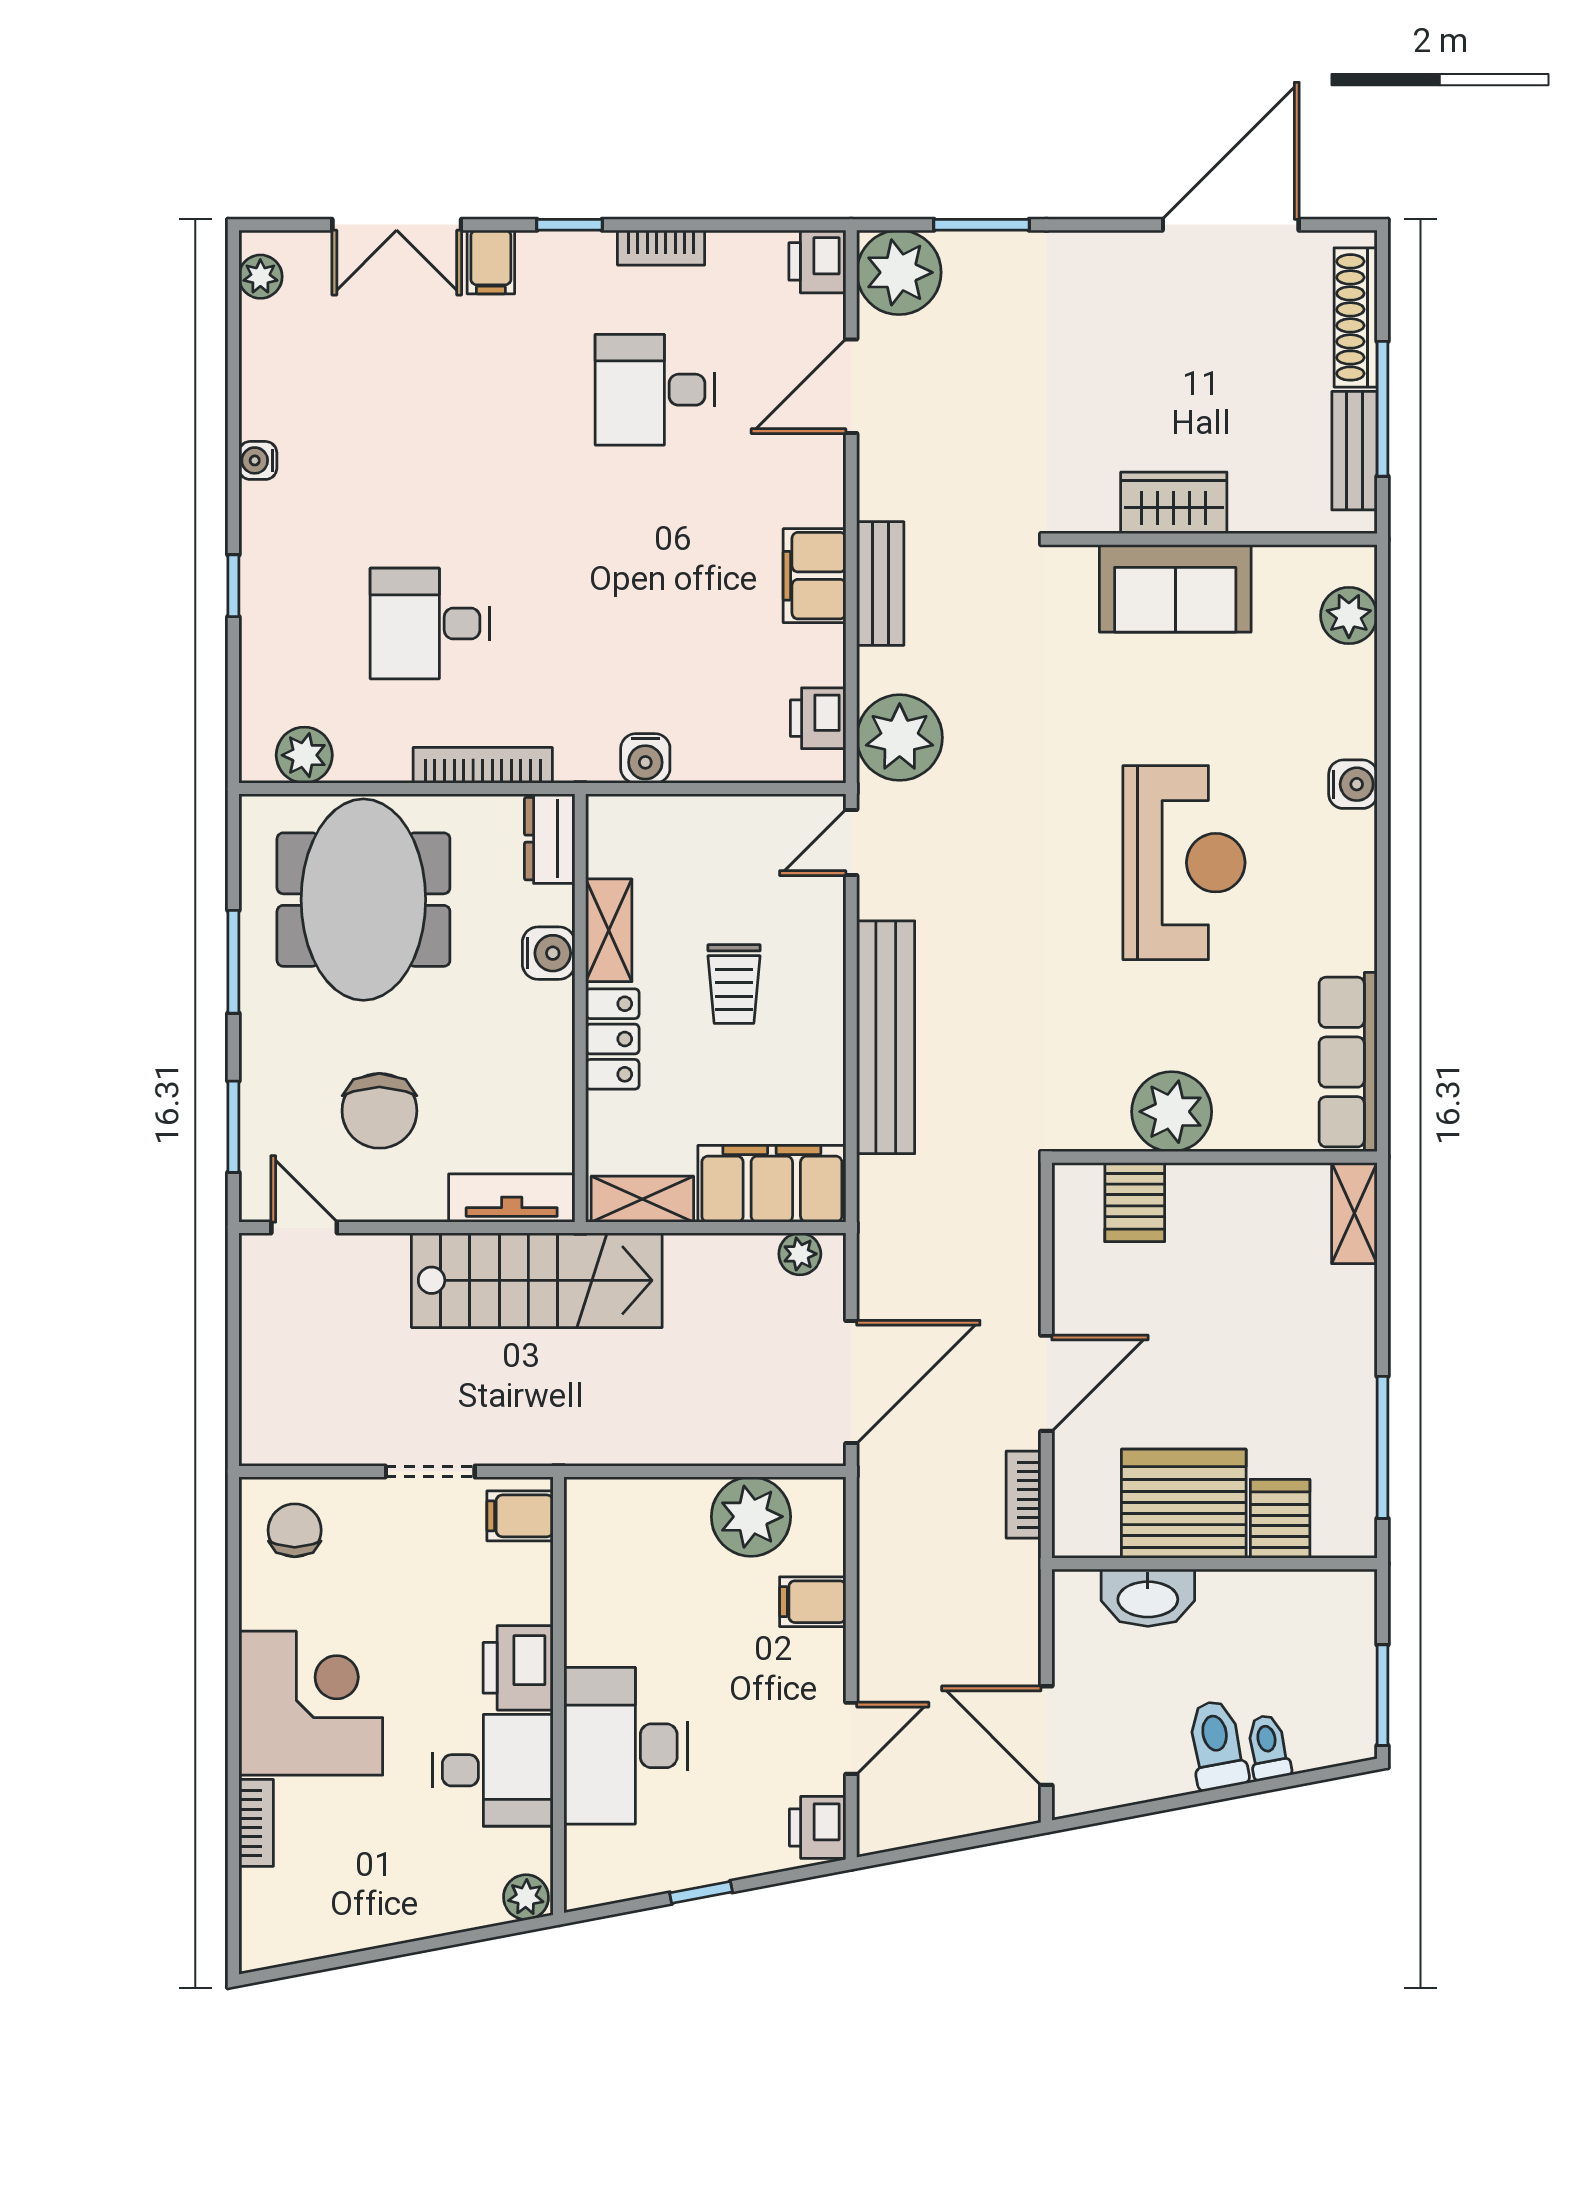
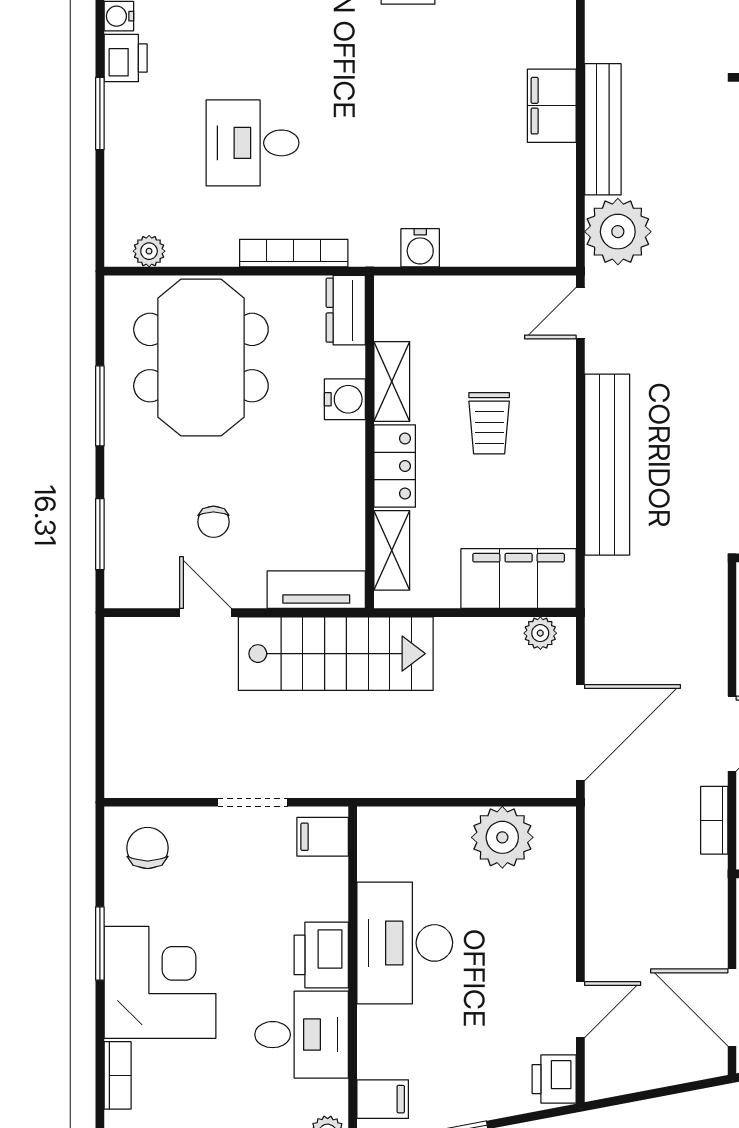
bench: (880, 583) -> (603, 129), width x1.36
window: (233, 586) -> (100, 114), width x1.50
printer: (818, 718) -> (126, 58), moved, turned 180
plant: (304, 755) -> (149, 251), width x0.73, depth x0.73
chair: (379, 1111) -> (213, 522), width x0.54, depth x0.54
shelving: (642, 1199) -> (392, 550), moved, turned 90
door: (304, 1228) -> (205, 613), moved
filing cabinet: (813, 1602) -> (383, 1099), moved, turned 180
window: (233, 1653) -> (100, 943), added
desk: (626, 1746) -> (405, 943), moved

